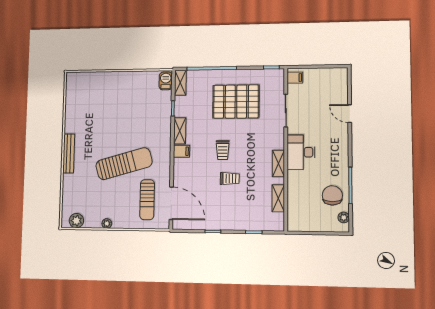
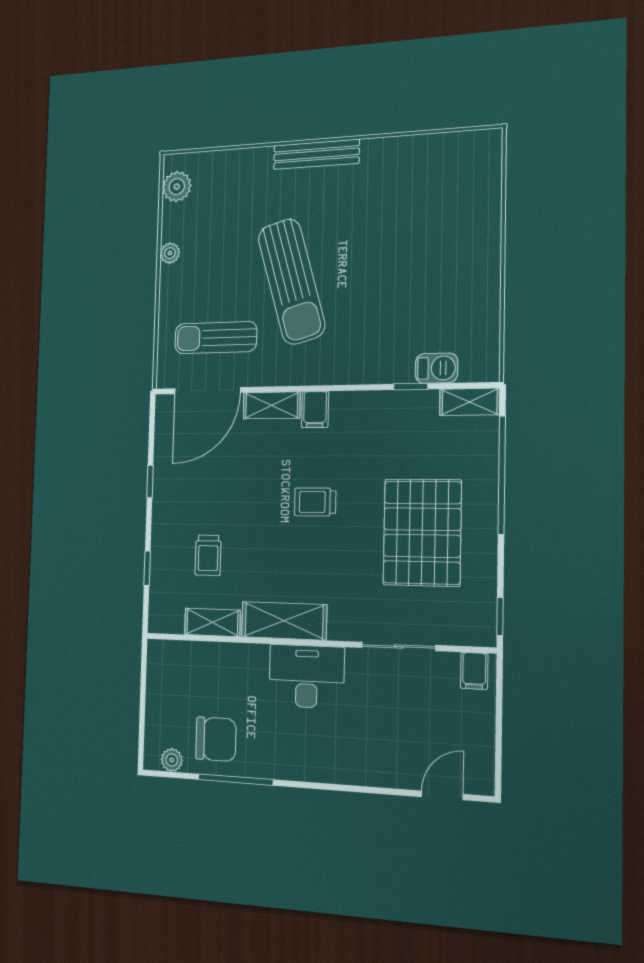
barbecue: (166, 81) -> (436, 368), moved
door: (350, 114) -> (442, 795), moved
shelving: (180, 131) -> (272, 405), moved
shelving: (278, 164) -> (284, 621), width x1.50, depth x1.33
trolley: (230, 179) -> (208, 555), moved

